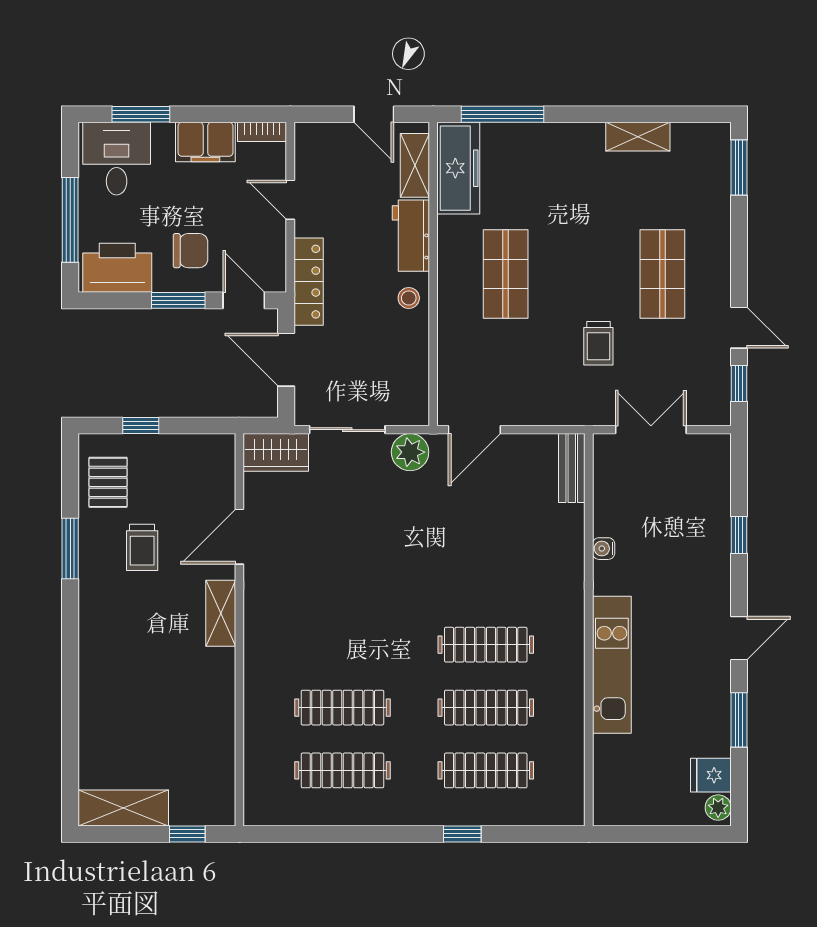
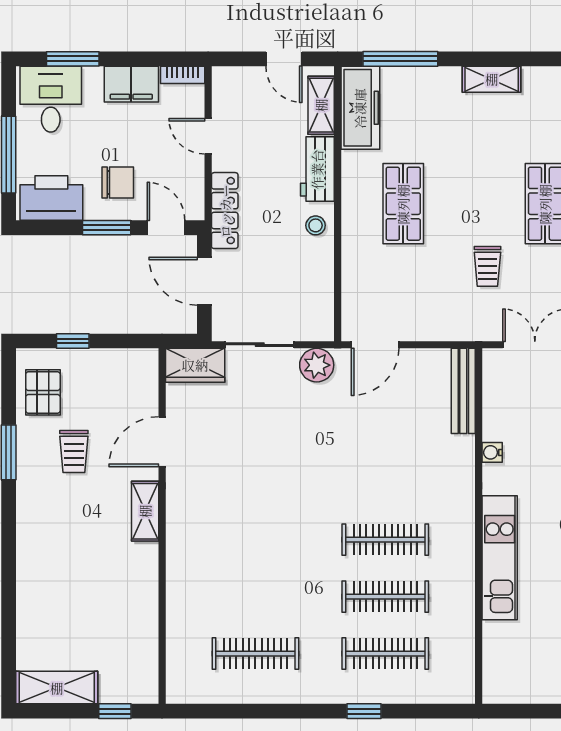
shelving: (638, 137) -> (492, 79), moved
bench: (572, 468) -> (463, 391), width x1.36
clothes rail: (342, 708) -> (255, 597), removed

